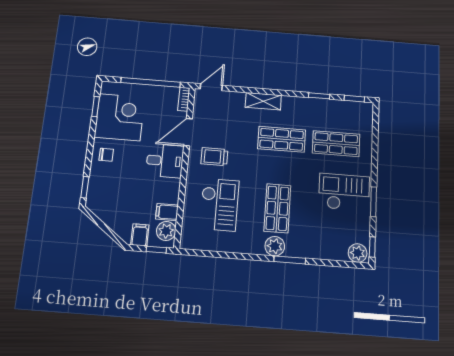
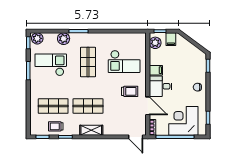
door: (211, 87) -> (136, 137), hinge flipped
shelving: (263, 101) -> (91, 130), moved
trolley: (333, 113) -> (56, 126), added
corner desk: (120, 117) -> (183, 121), moved, turned 90
door: (188, 132) -> (148, 106), hinge flipped
checkout: (344, 192) -> (51, 65), moved, turned 180
checkout: (219, 205) -> (124, 61), turned -90
filing cabinet: (167, 212) -> (156, 70), moved
plant: (275, 246) -> (64, 39), moved

